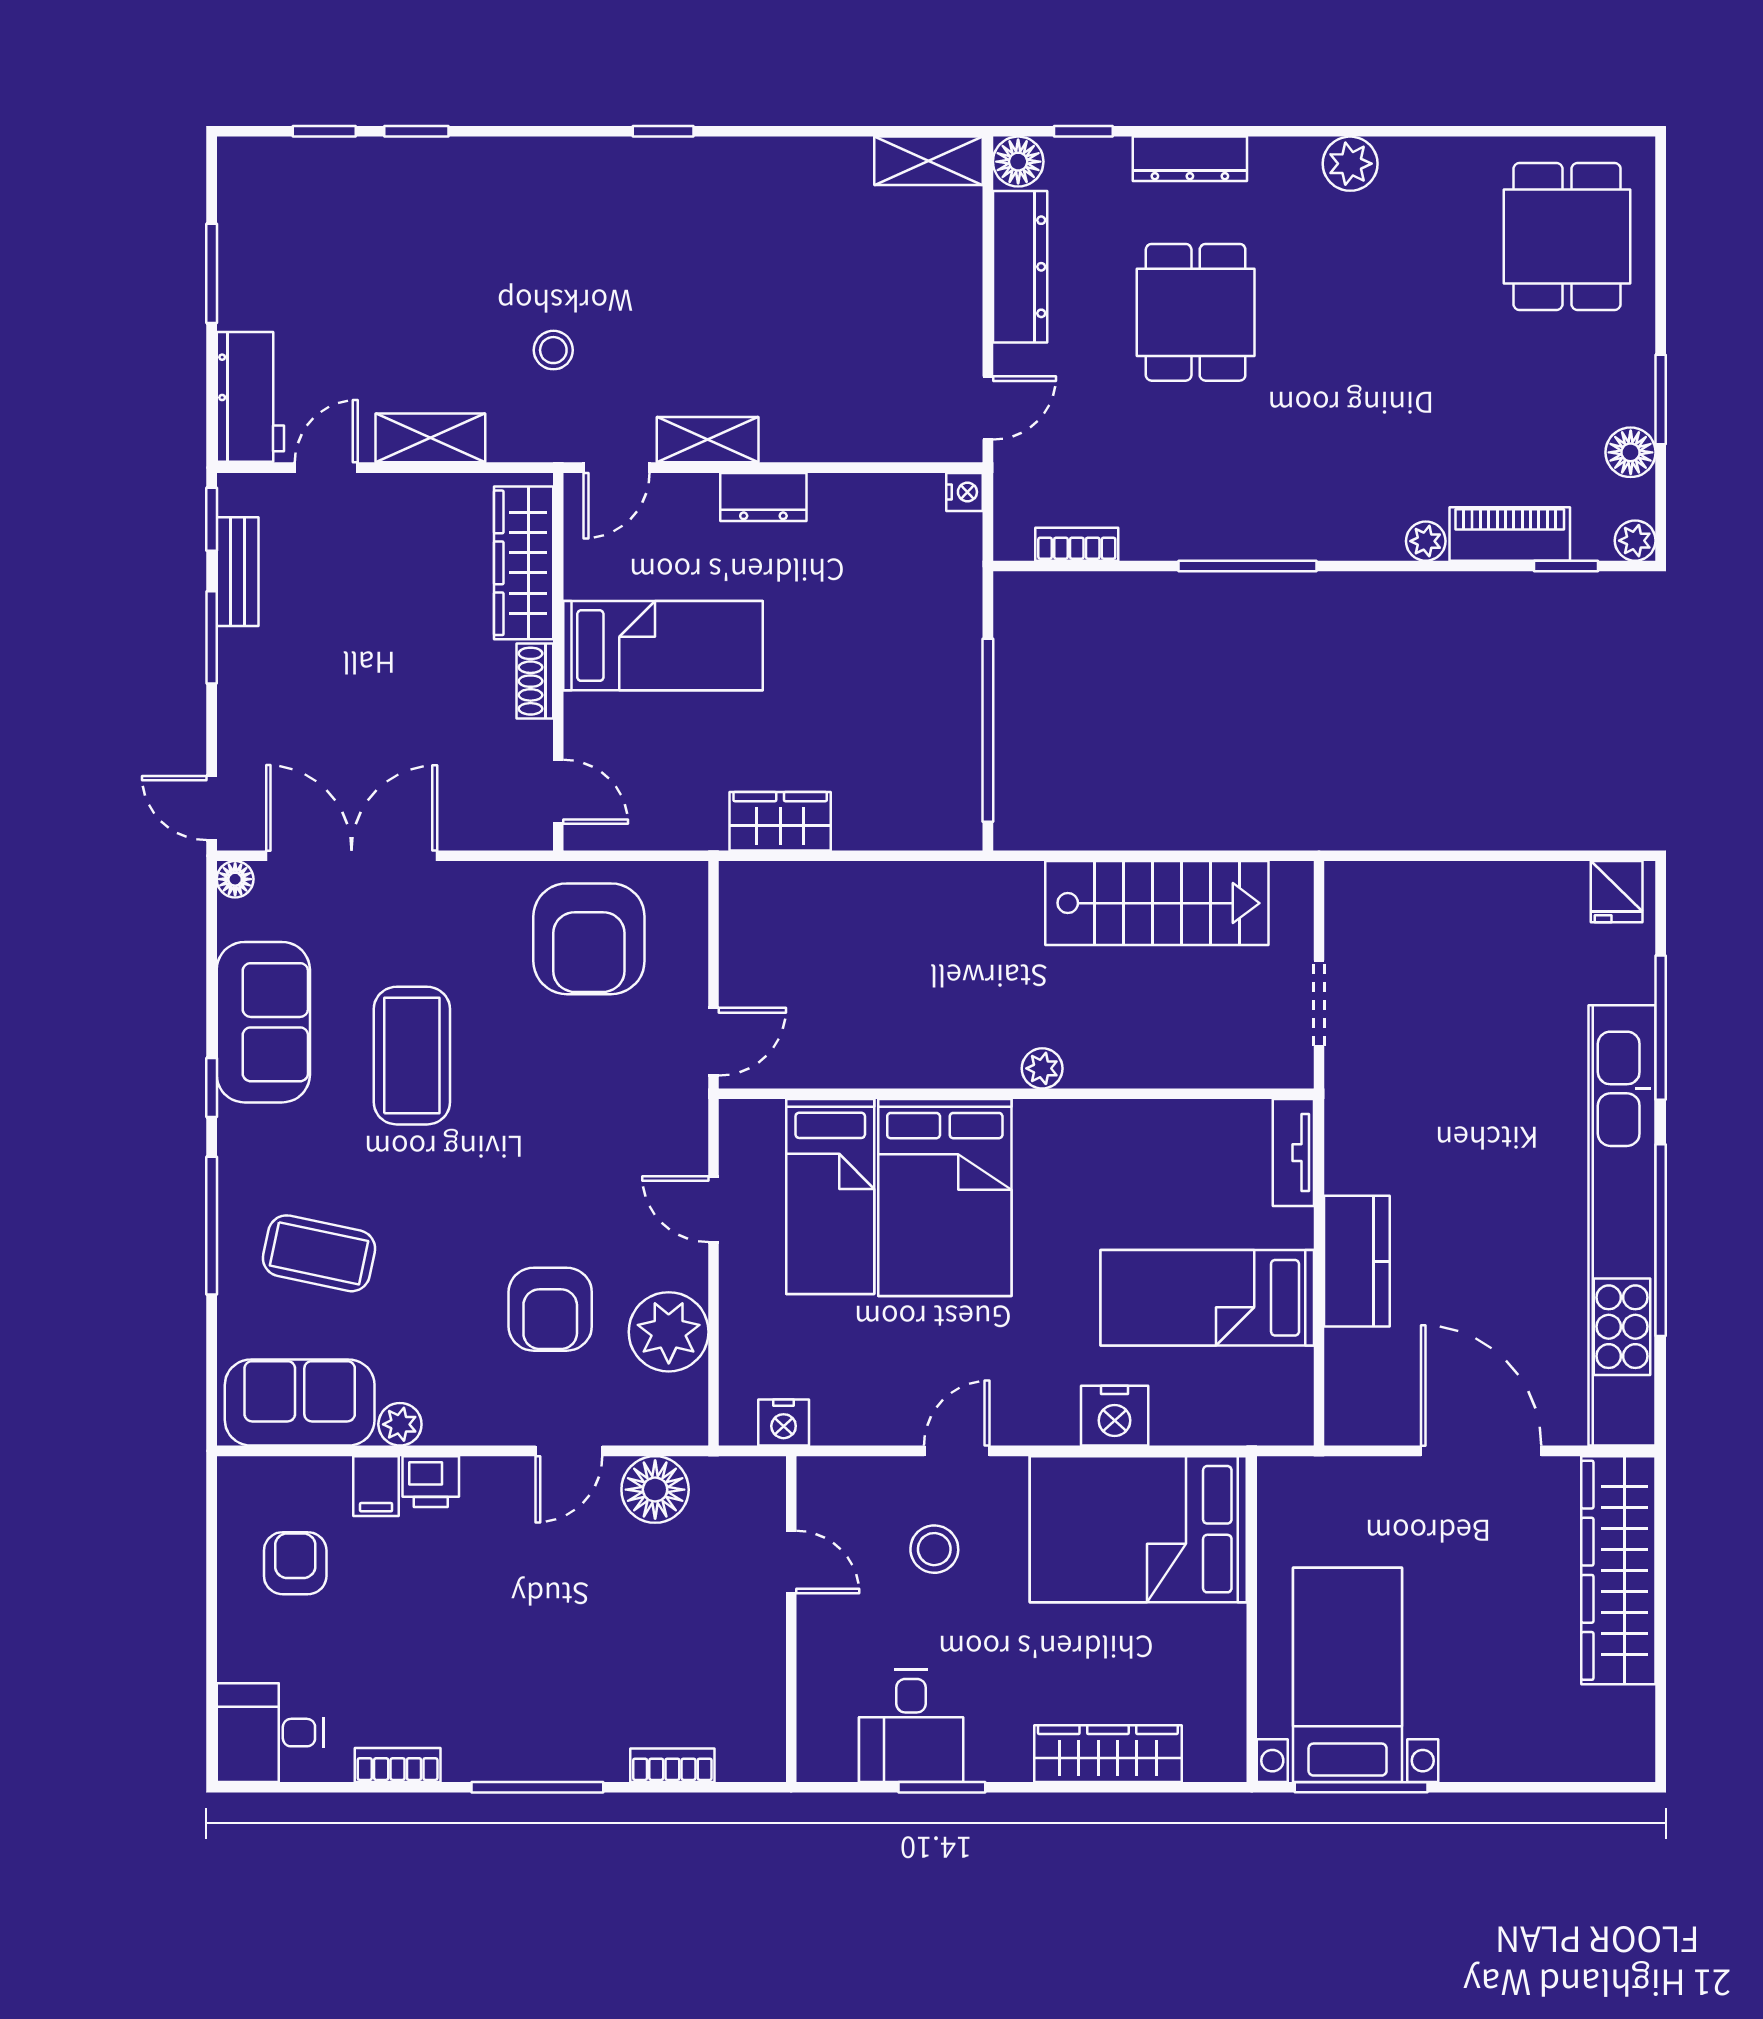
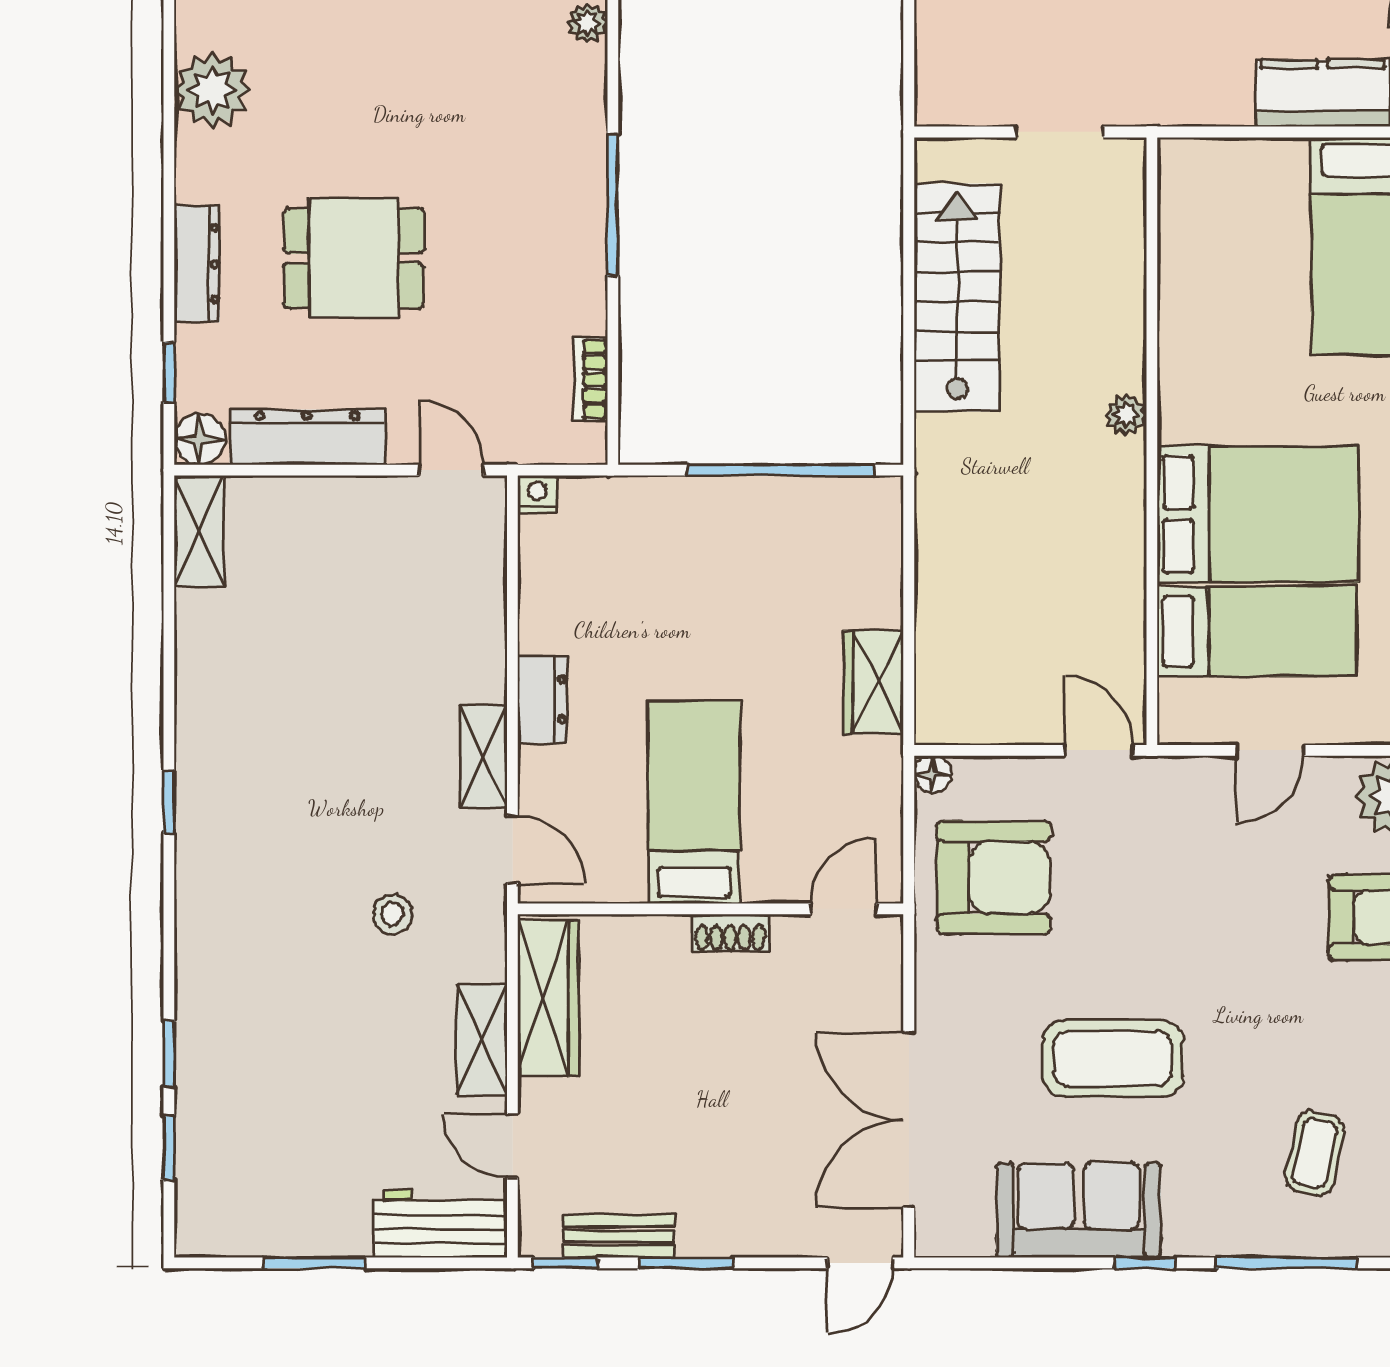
plant: (1350, 164) -> (212, 90), width x1.36, depth x1.36
wardrobe: (524, 563) -> (548, 998), moved, turned -90
floor lamp: (235, 879) -> (933, 774), moved
tv unit: (1293, 1153) -> (1212, 158), removed
coffee table: (319, 1253) -> (1315, 1153), width x0.73, depth x0.77

